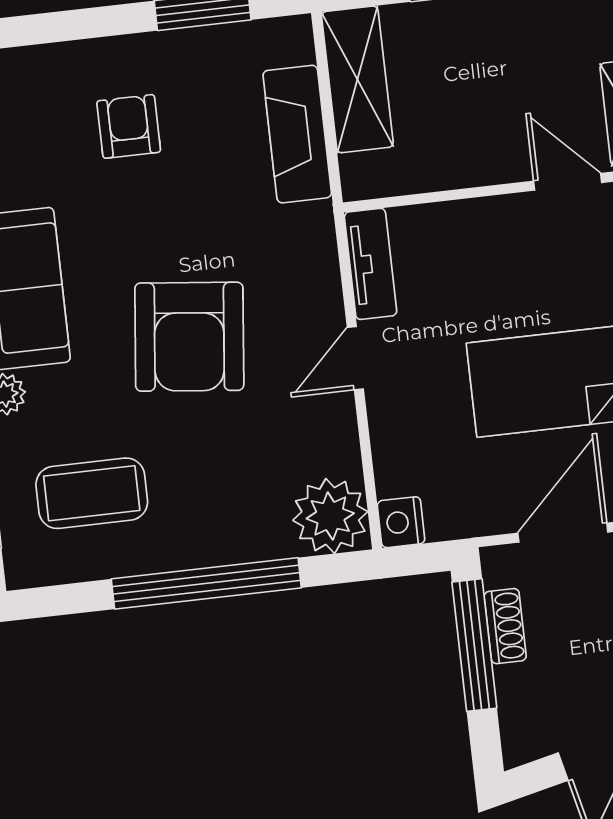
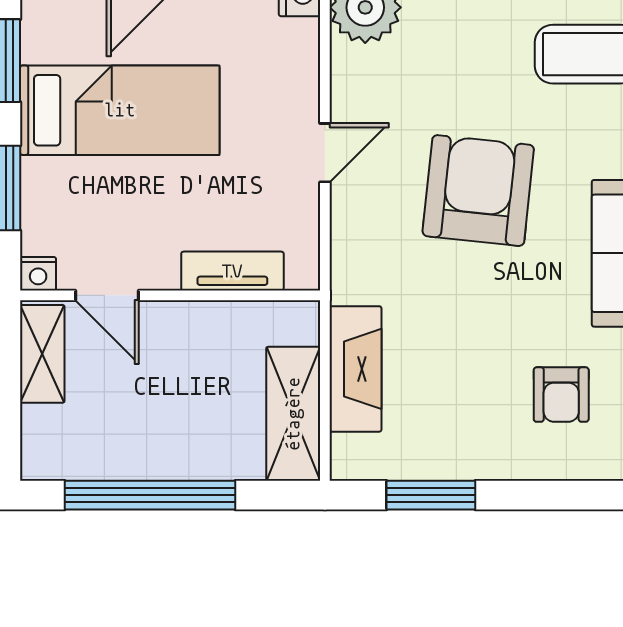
armchair: (129, 126) -> (561, 395), moved
tv unit: (371, 264) -> (232, 271), moved, turned 90

